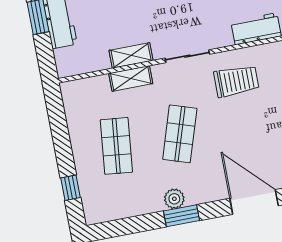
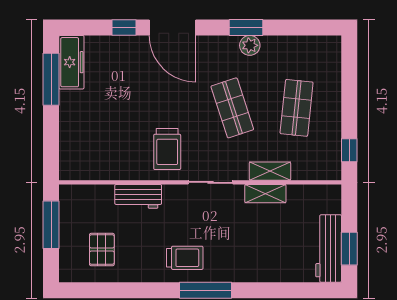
trolley: (236, 81) -> (167, 149), turned -90
shop shelf: (180, 134) -> (232, 108), turned -36
window: (71, 188) -> (349, 150), moved

